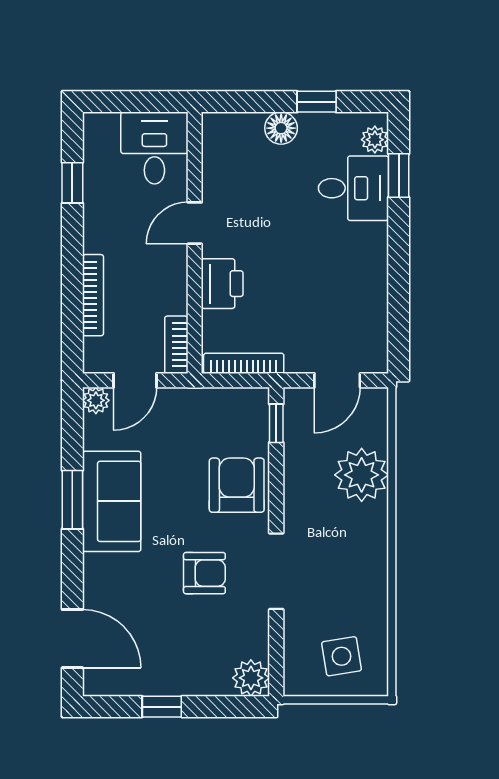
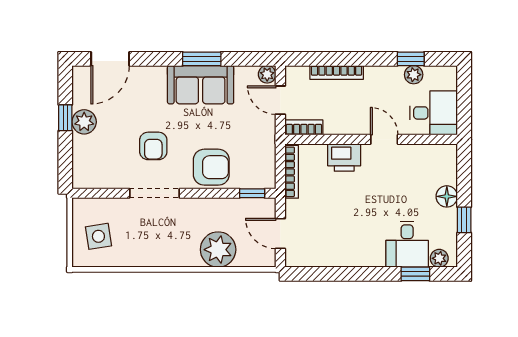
plant: (96, 178) -> (414, 75), added
plant: (251, 678) -> (84, 122), moved

